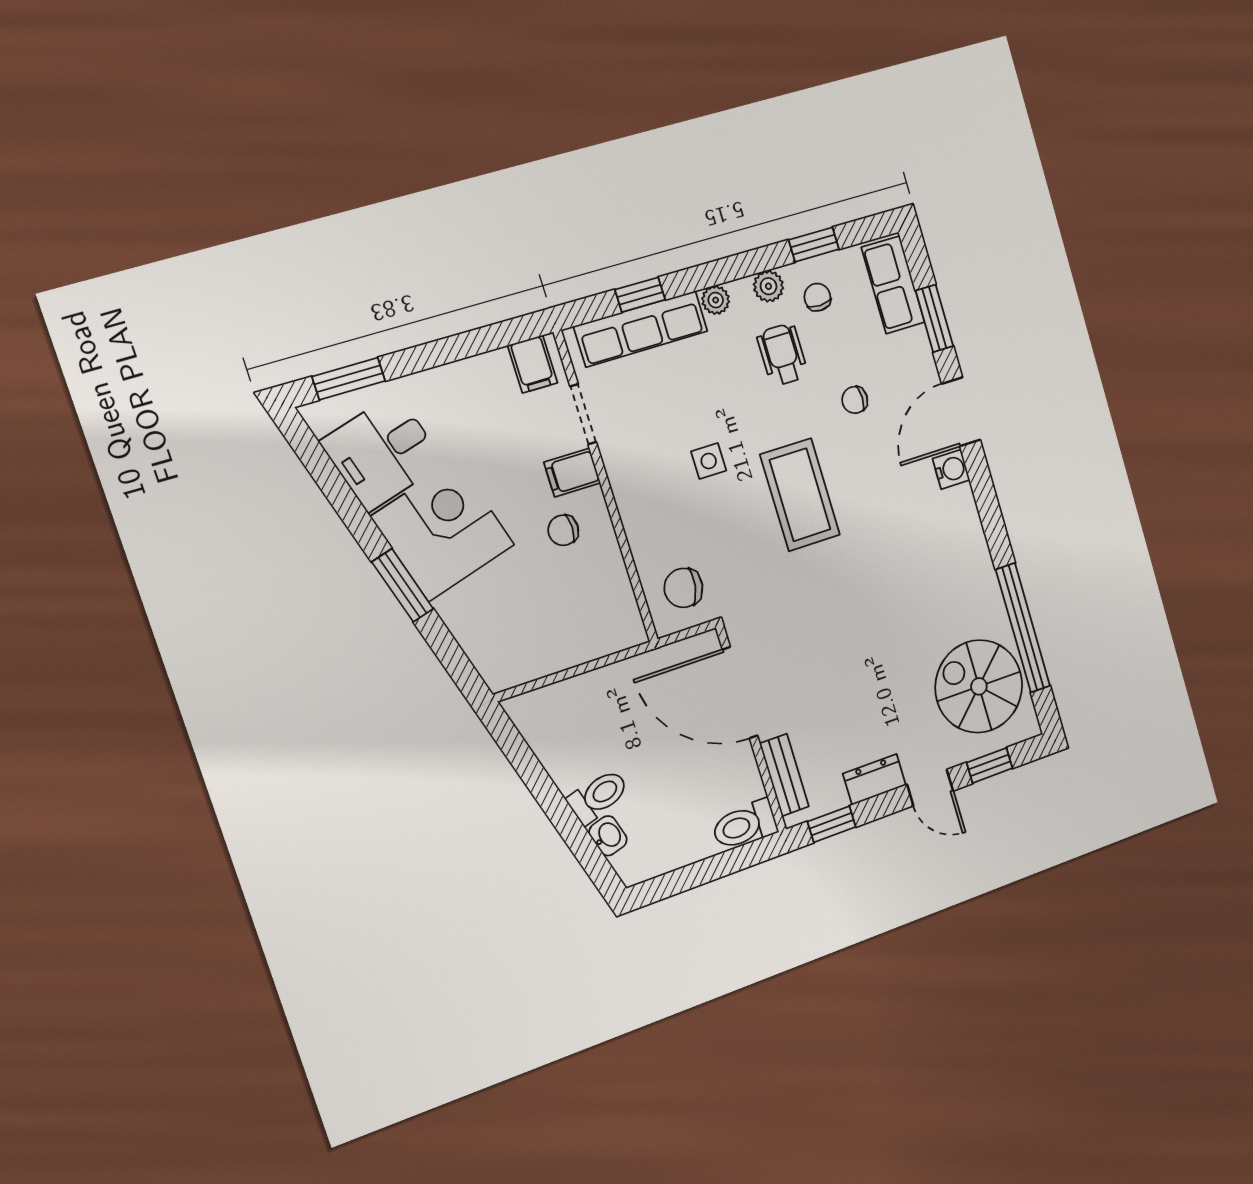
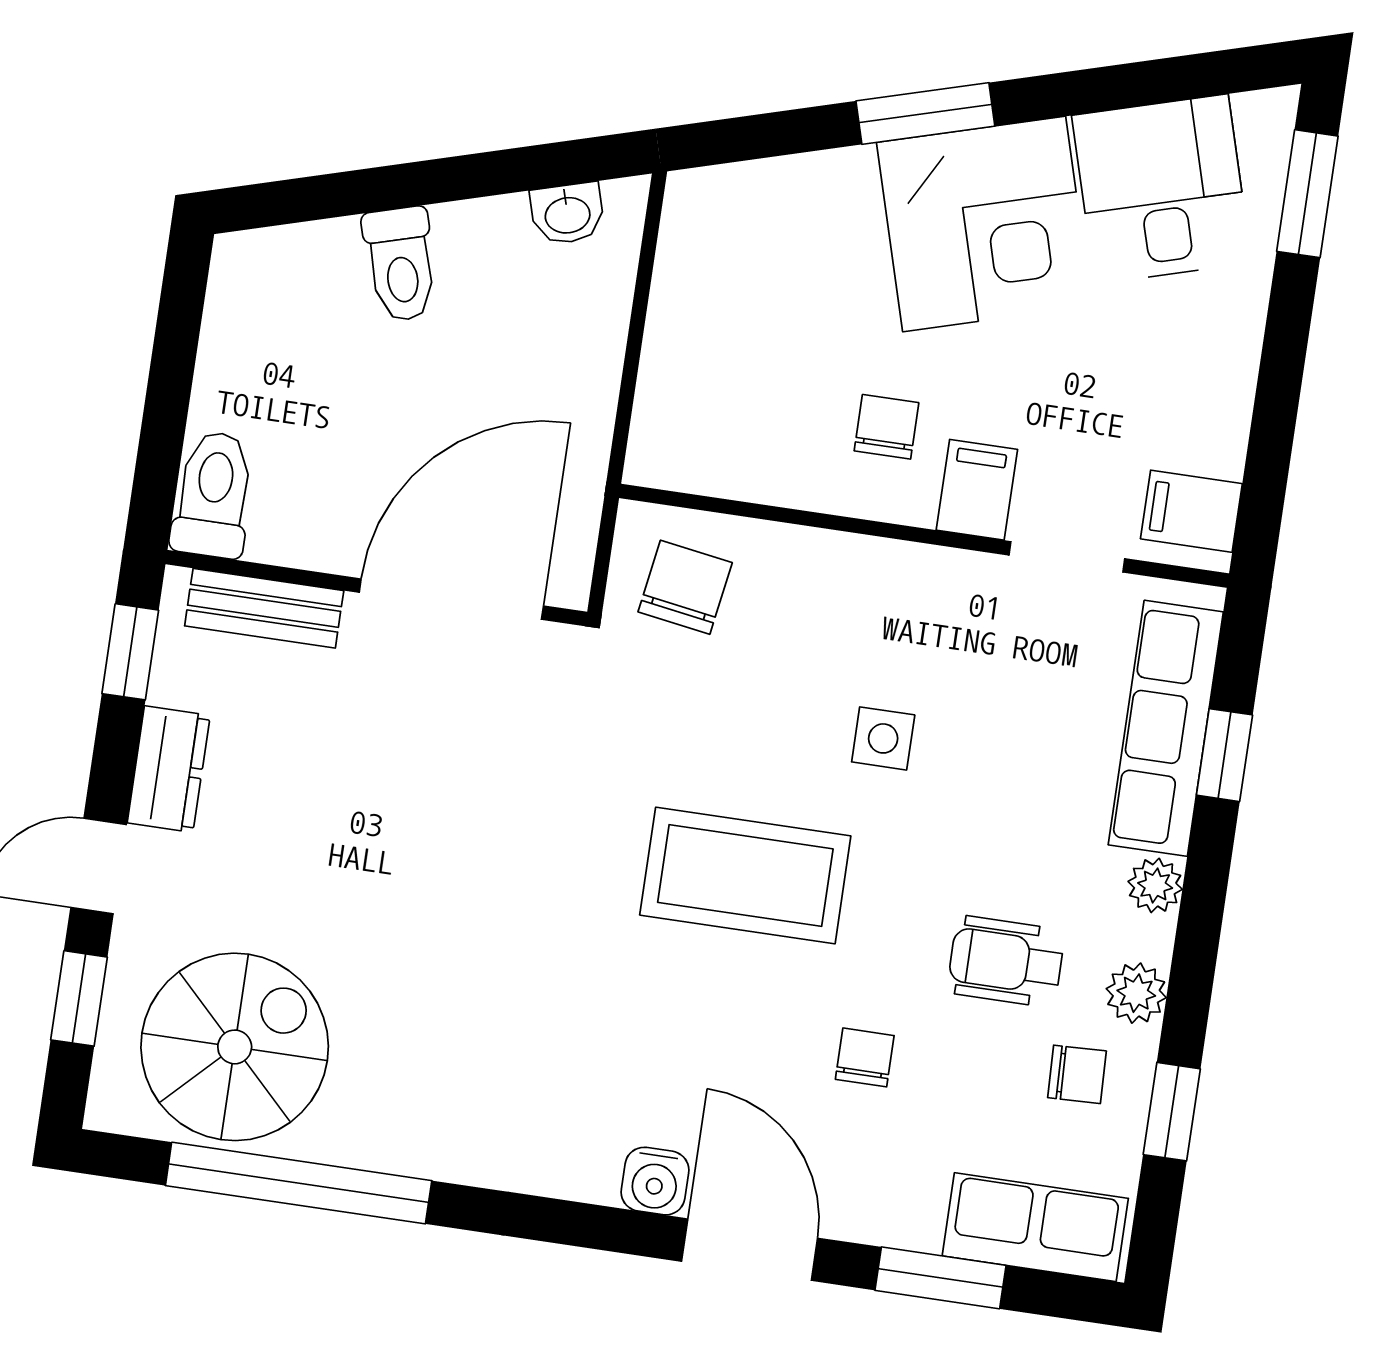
wheelchair: (782, 355) -> (1006, 961), turned 180
washbasin: (608, 836) -> (567, 214), moved

